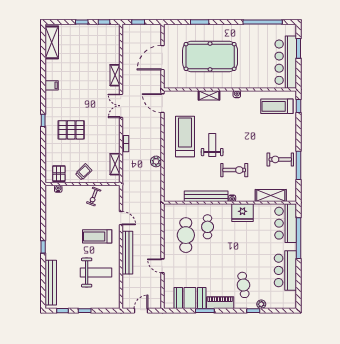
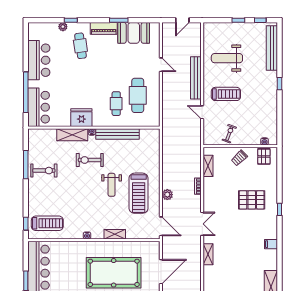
plant: (156, 161) -> (167, 195), moved
shelving: (271, 195) -> (72, 135), moved

